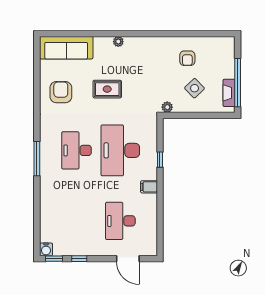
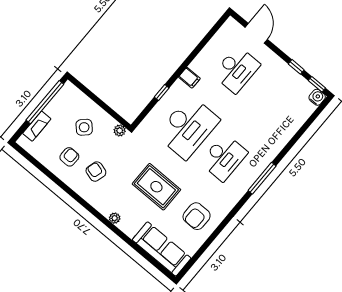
armchair: (160, 64) -> (96, 172), added
rug: (107, 89) -> (156, 187), width x1.36, depth x1.43
fireplace: (229, 93) -> (37, 126), moved

